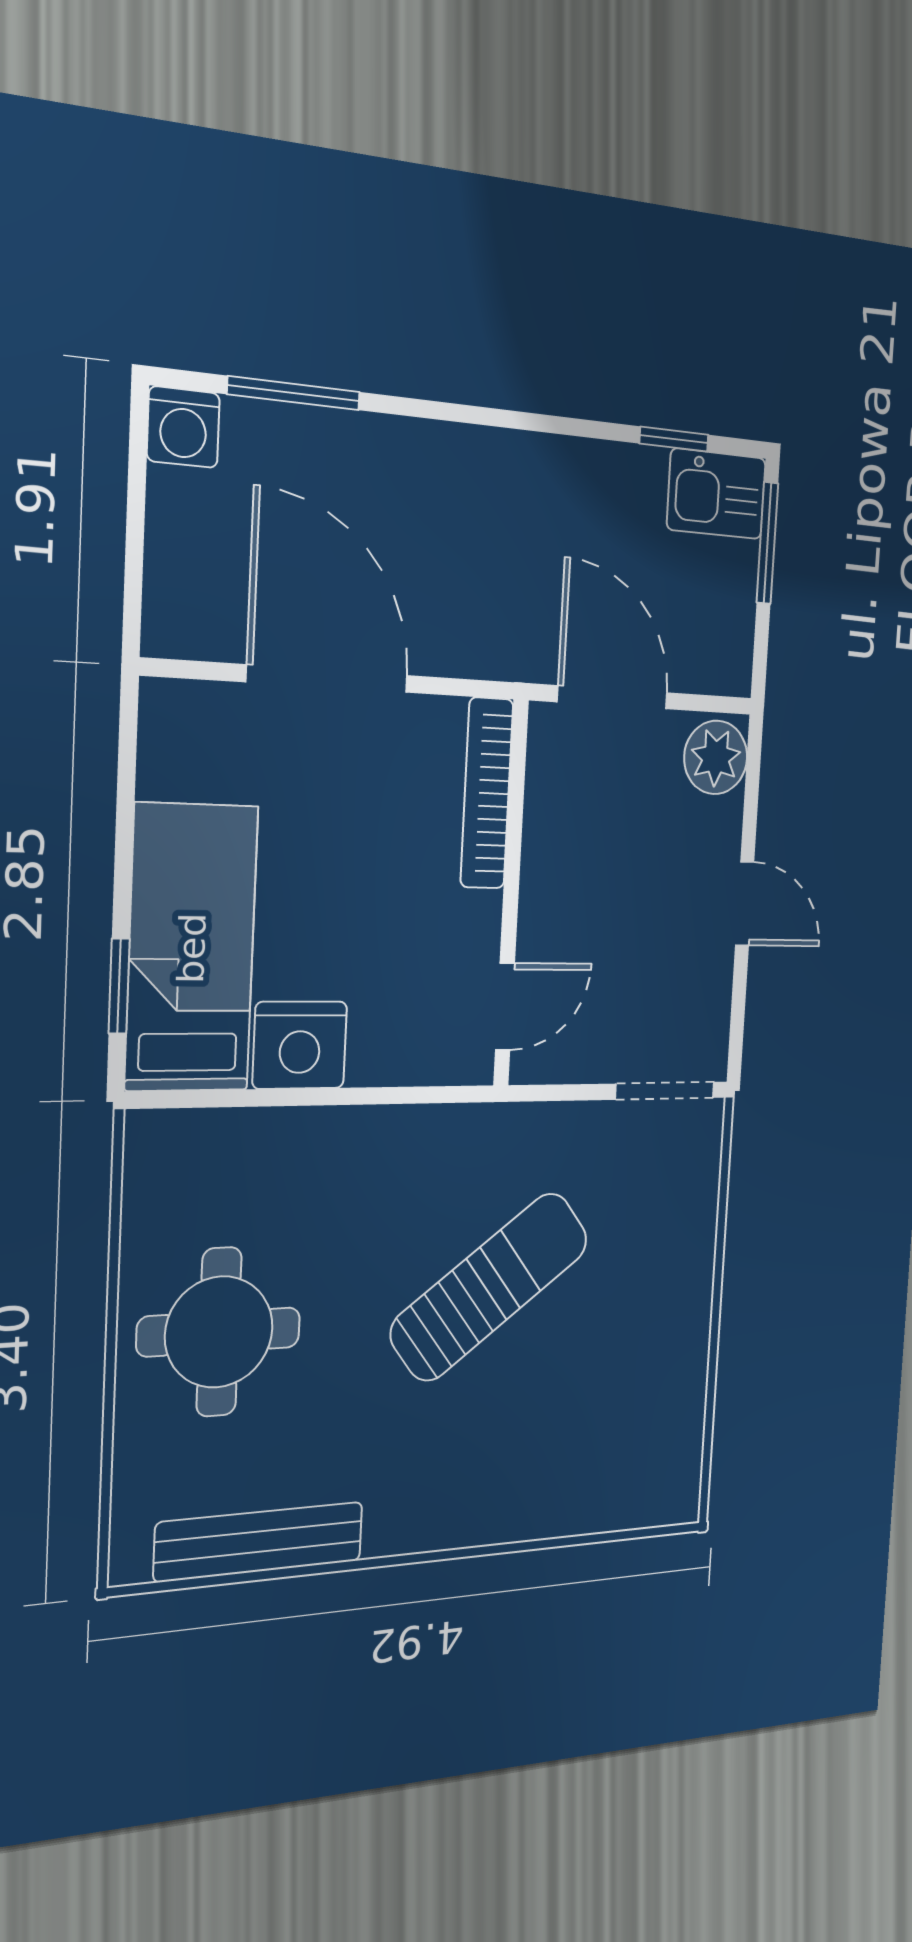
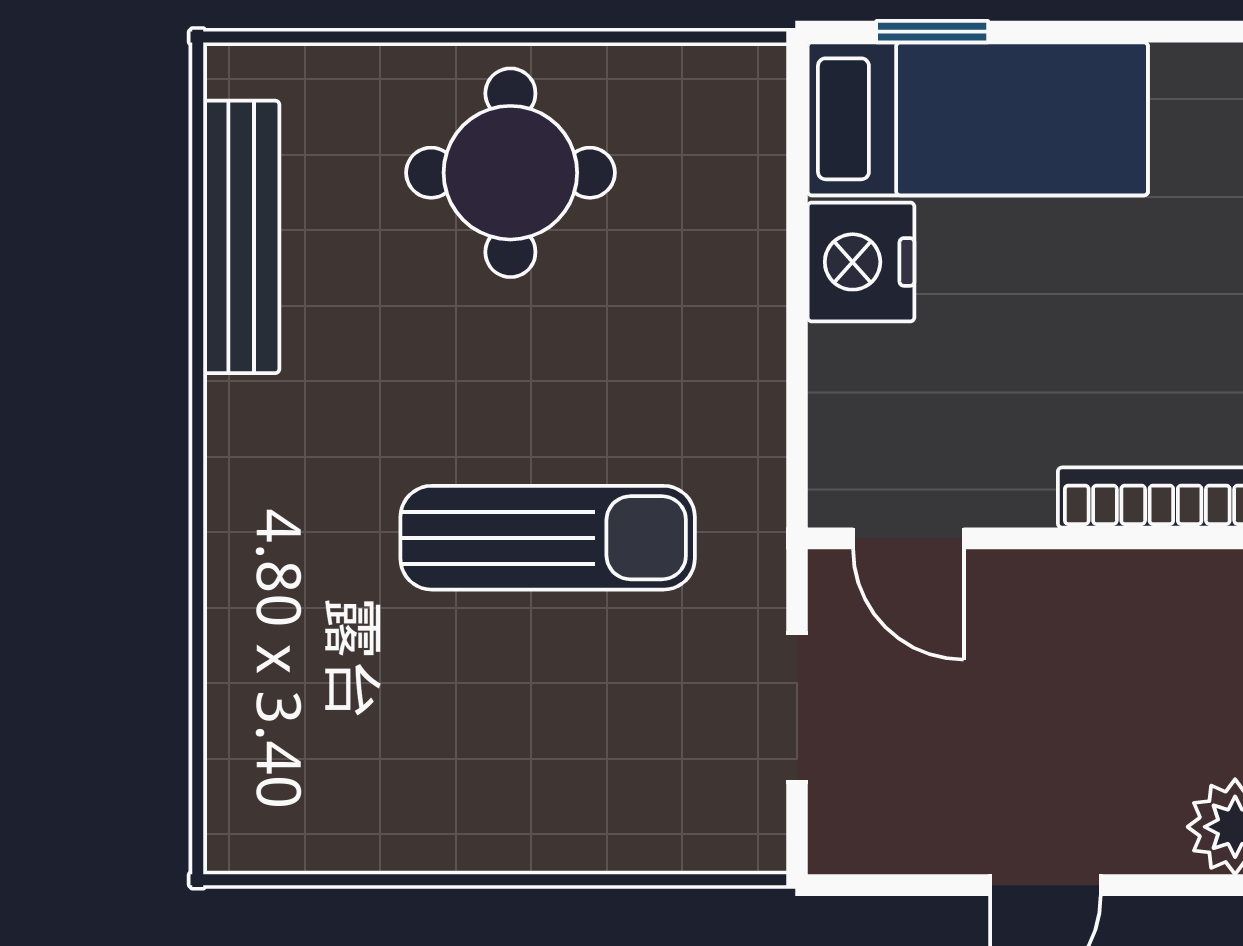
doorway: (665, 1091) -> (797, 707), moved
sun lounger: (490, 1287) -> (548, 538), turned -53

